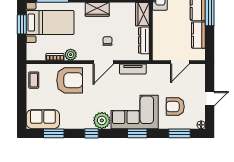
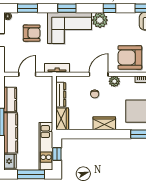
plant: (71, 55) -> (114, 81), moved
tv unit: (133, 69) -> (57, 68), moved

